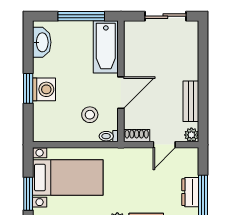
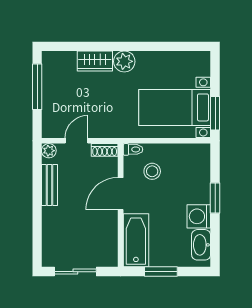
window: (81, 16) -> (161, 272), width x0.69
washing machine: (44, 89) -> (199, 216), moved
dresser: (190, 192) -> (50, 93), removed
window: (28, 194) -> (215, 113), moved

